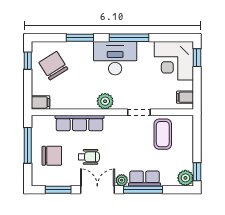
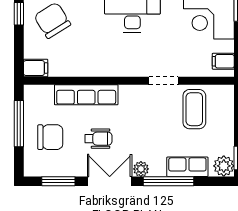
plant: (105, 101) -> (119, 66), removed
row of seats: (145, 179) -> (187, 167), moved

